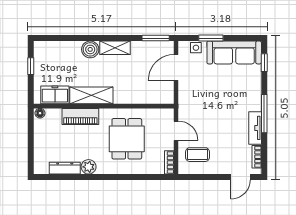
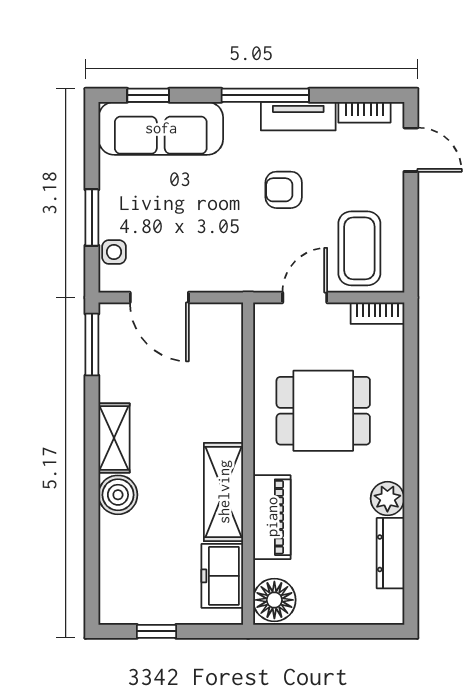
sofa: (234, 52) -> (161, 128), moved, turned 90
floor lamp: (40, 113) -> (274, 600), width x1.89, depth x1.89
armchair: (223, 122) -> (284, 190), added
coffee table: (197, 155) -> (359, 248), width x1.36, depth x1.30

